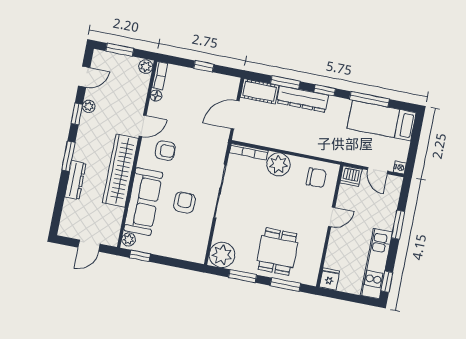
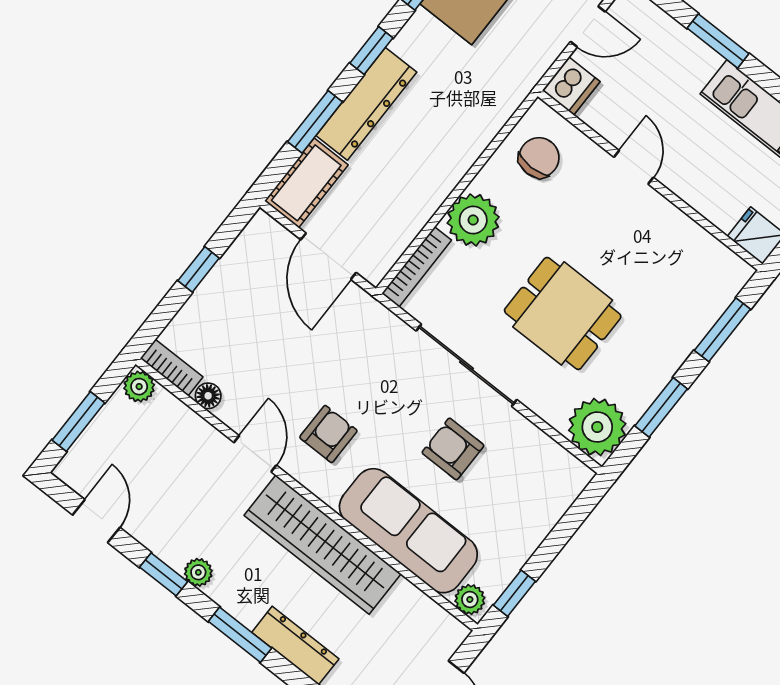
plant: (89, 106) -> (198, 572), moved
dining table: (277, 252) -> (563, 313), moved

